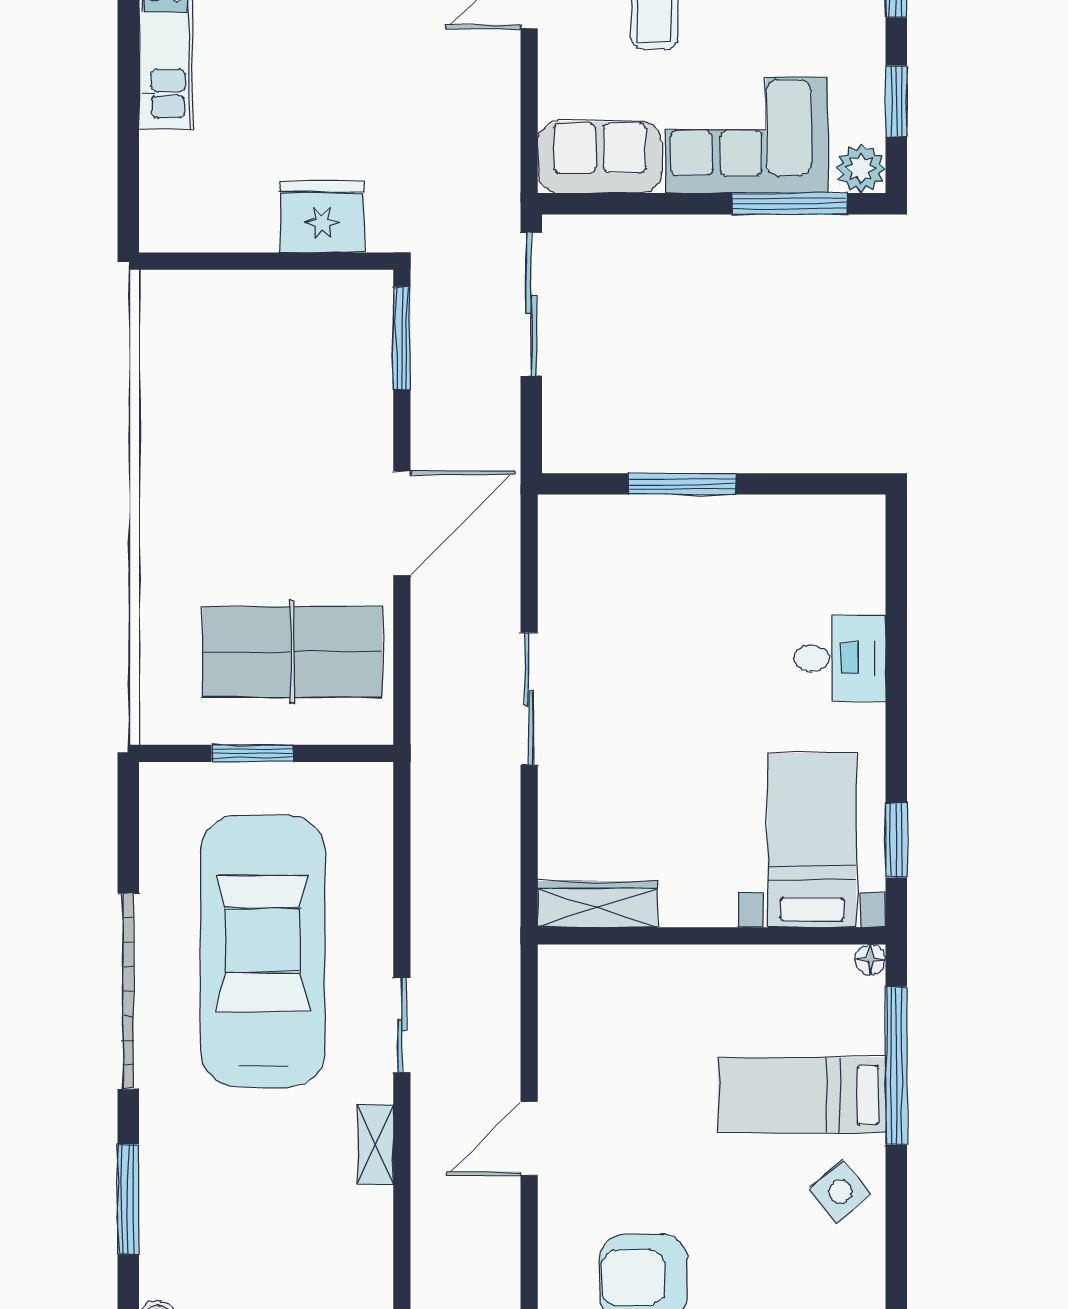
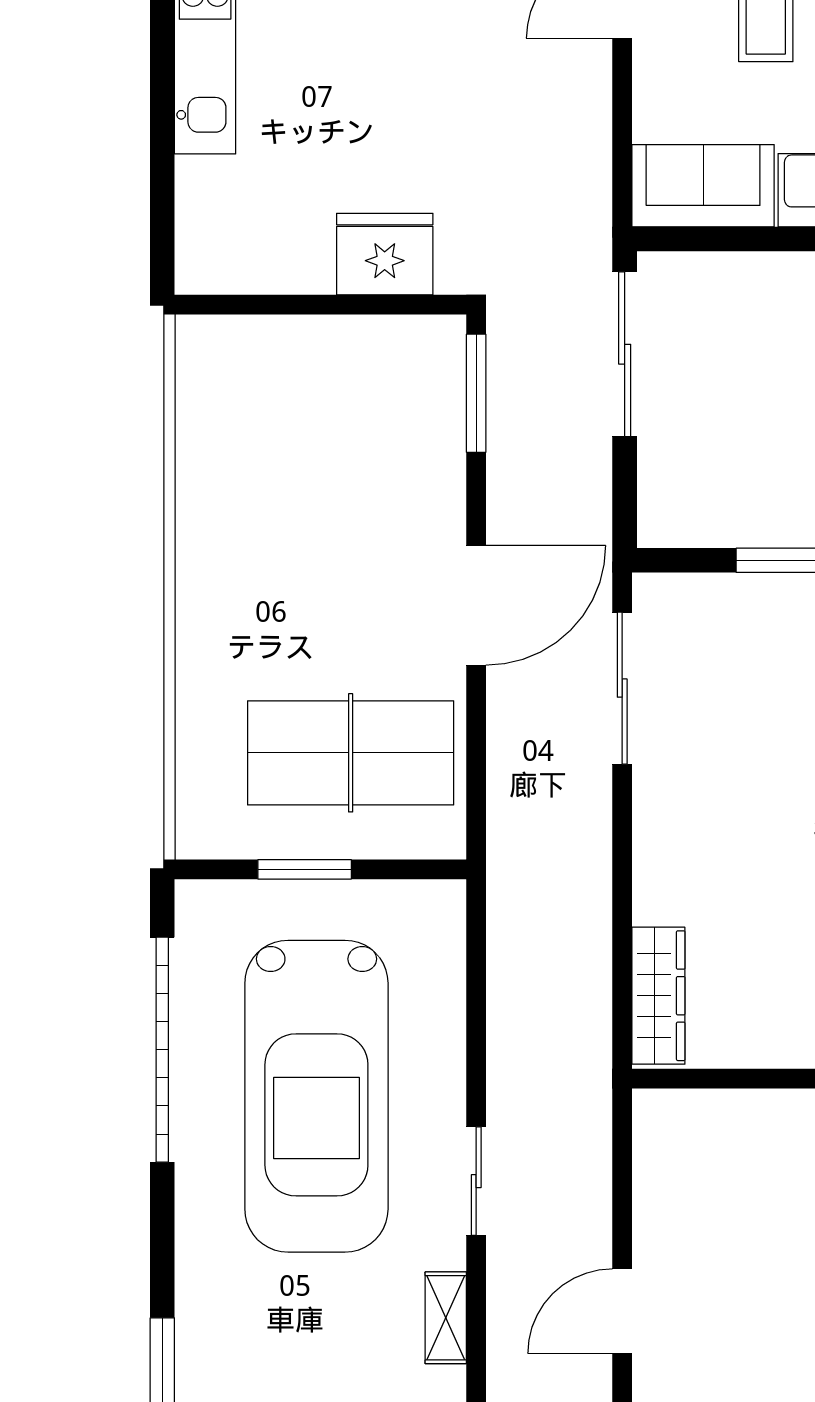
sliding door: (529, 699) -> (622, 688), moved
wardrobe: (597, 904) -> (658, 996), moved, turned 90
car: (263, 951) -> (316, 1096), turned 180
garage door: (128, 991) -> (162, 1050), moved

